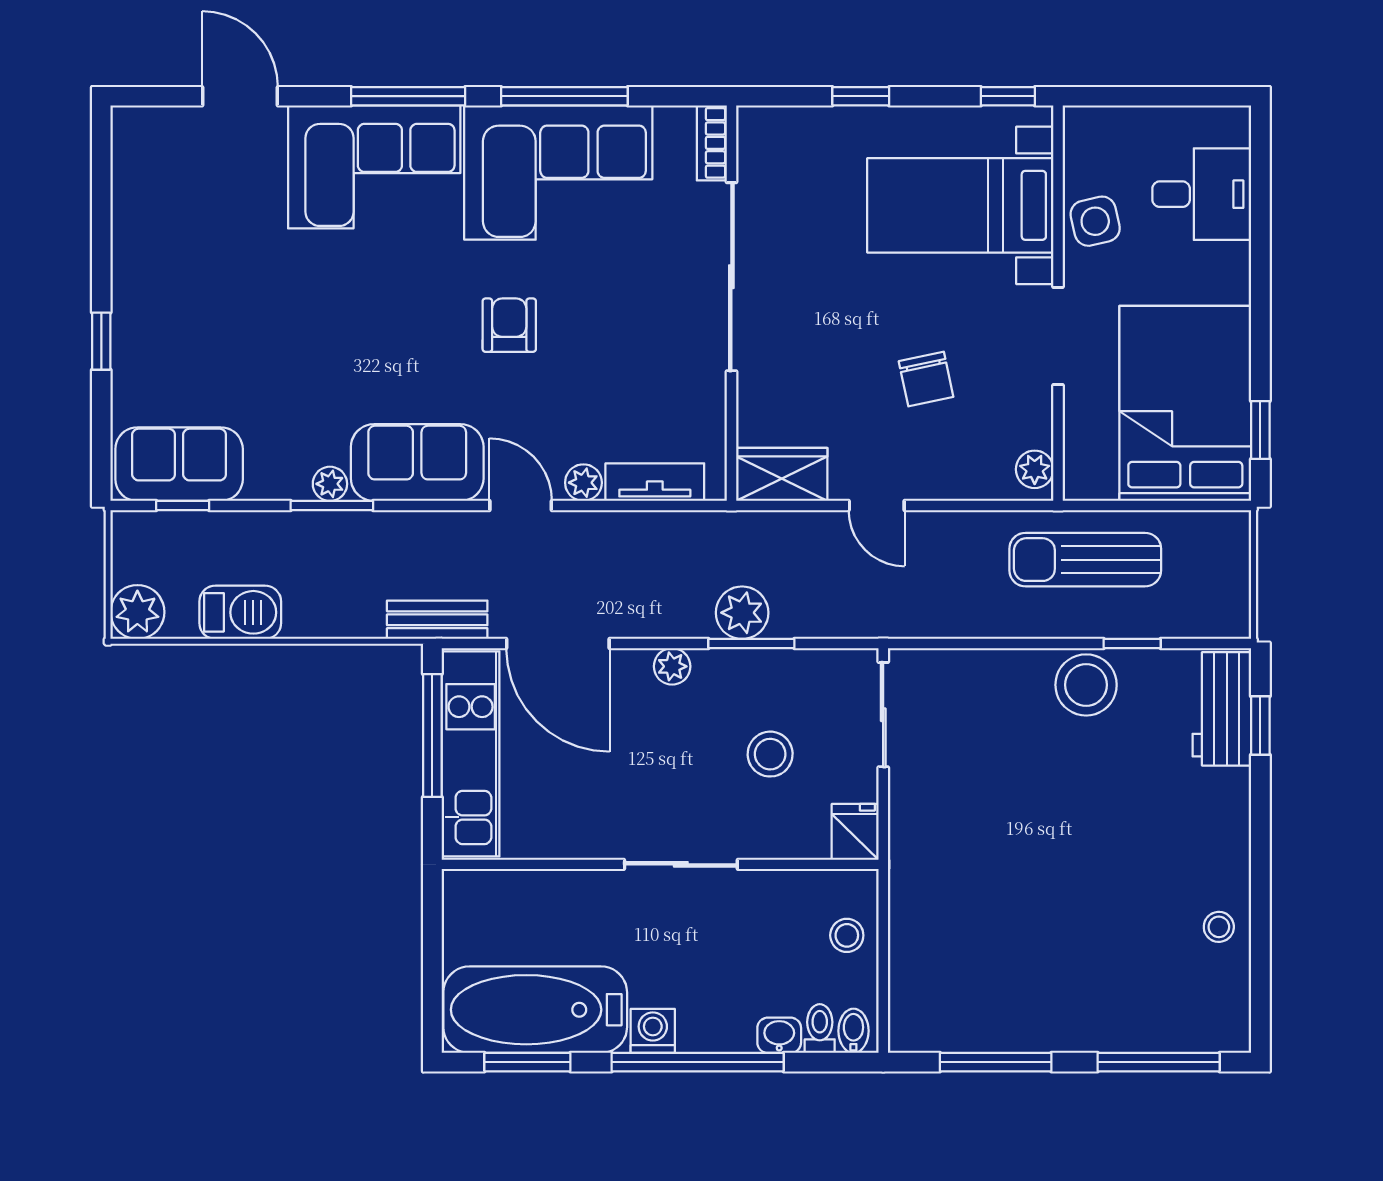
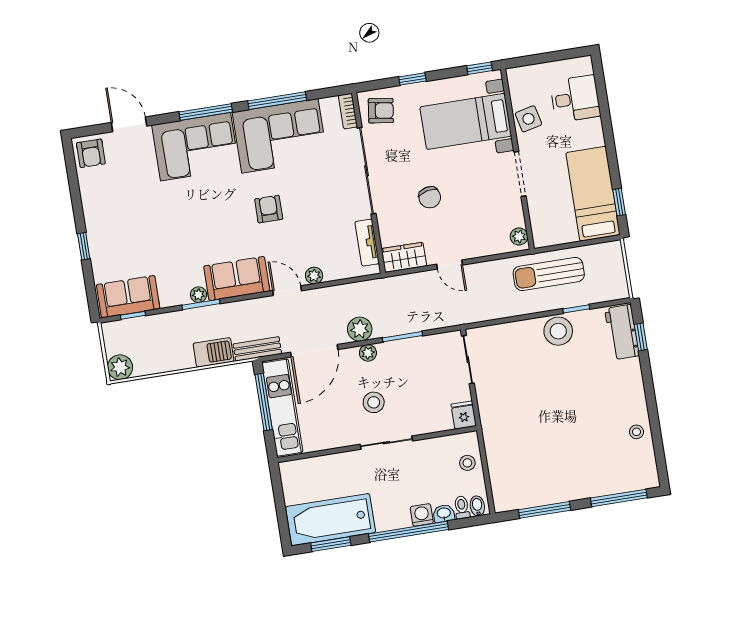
armchair: (148, 145) -> (91, 153), added
armchair: (783, 153) -> (381, 111), added
chair: (926, 379) -> (430, 197), moved
bed: (1185, 403) -> (593, 194), width x0.67
tv unit: (655, 482) -> (367, 243), moved, turned -90
barbecue: (240, 612) -> (214, 352), moved
plant: (742, 613) -> (360, 329), moved
door: (558, 644) -> (314, 351), hinge flipped
stool: (770, 754) -> (374, 402), moved
washing machine: (653, 1031) -> (422, 515), moved

